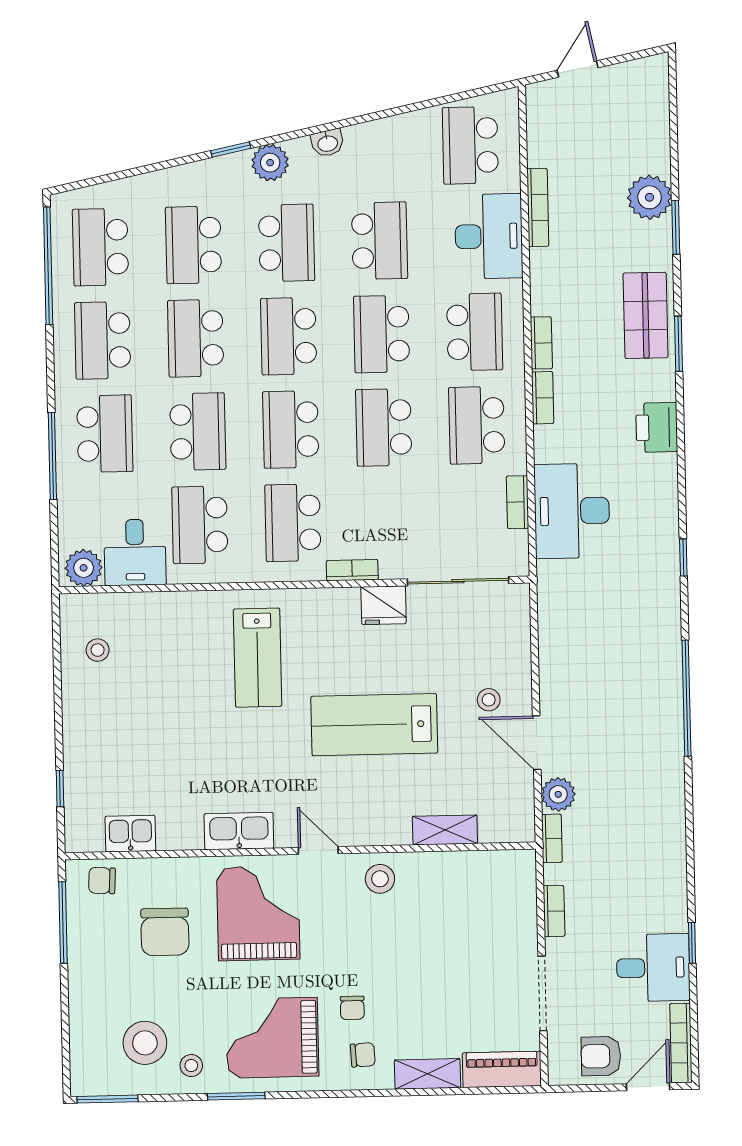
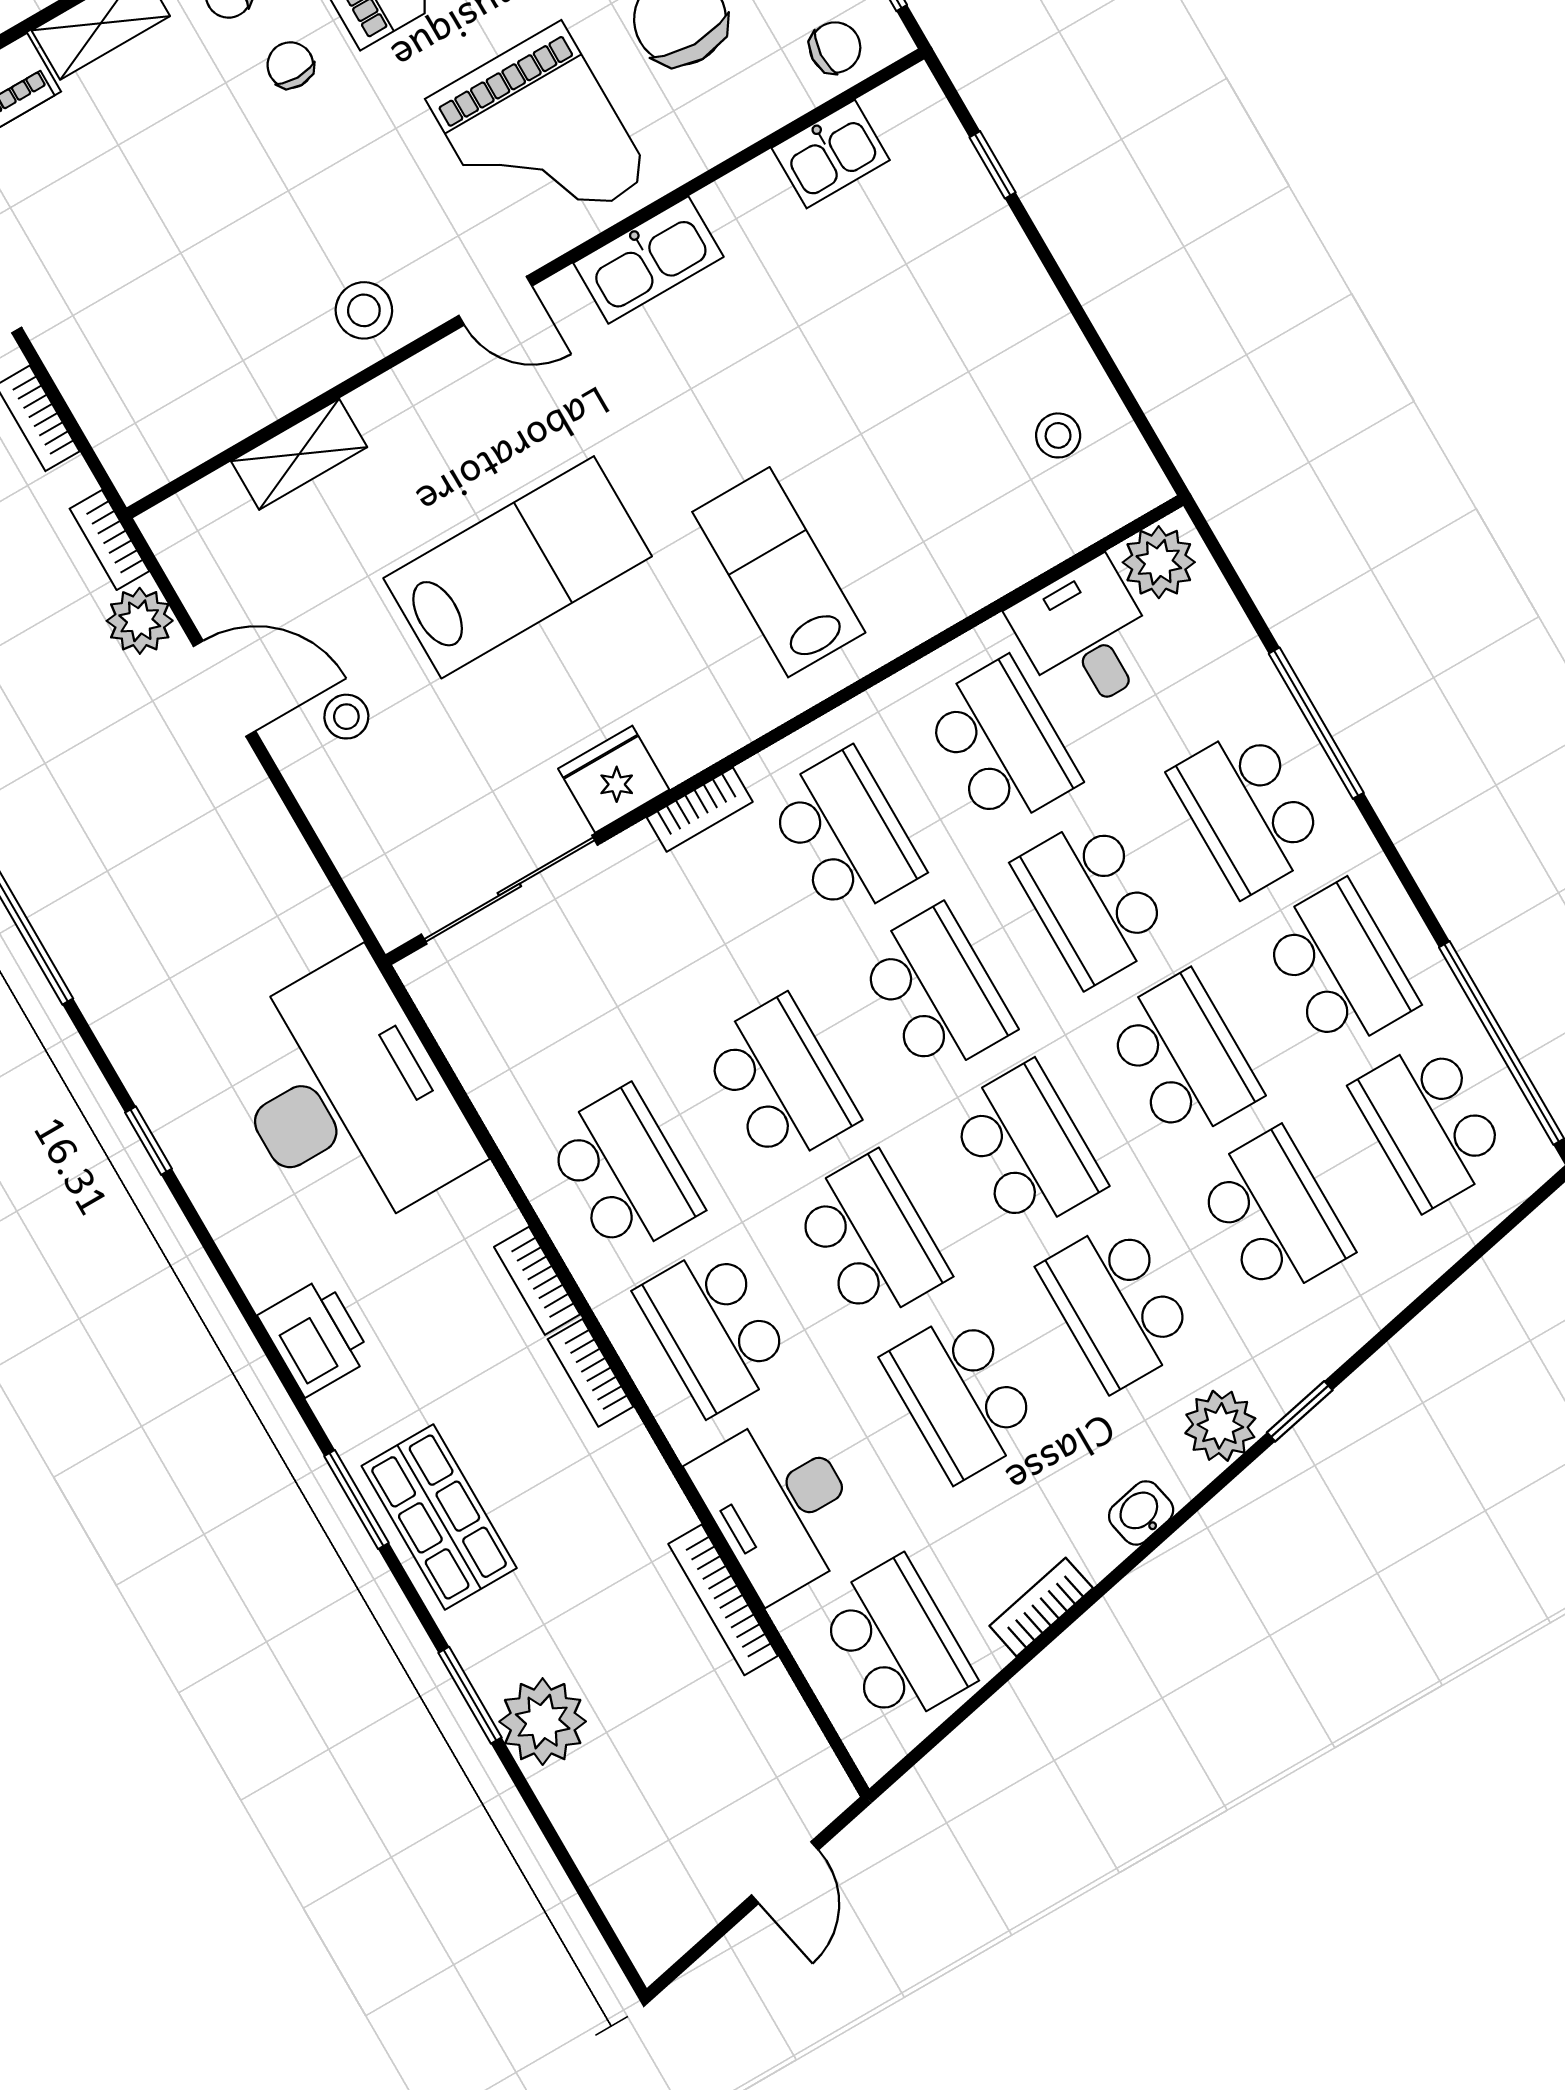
school desk: (101, 247) -> (1430, 1124), turned 180
bookcase: (518, 502) -> (1041, 1607), moved, turned -102
desk: (572, 511) -> (346, 1098), width x1.36, depth x1.30

